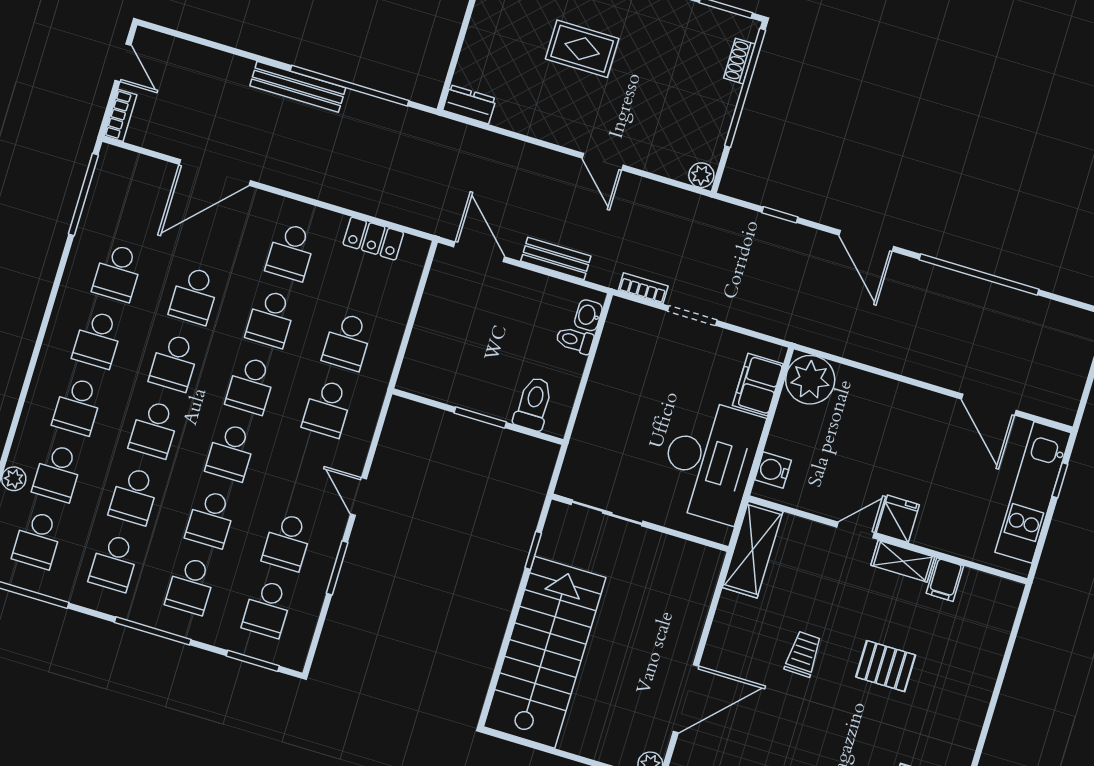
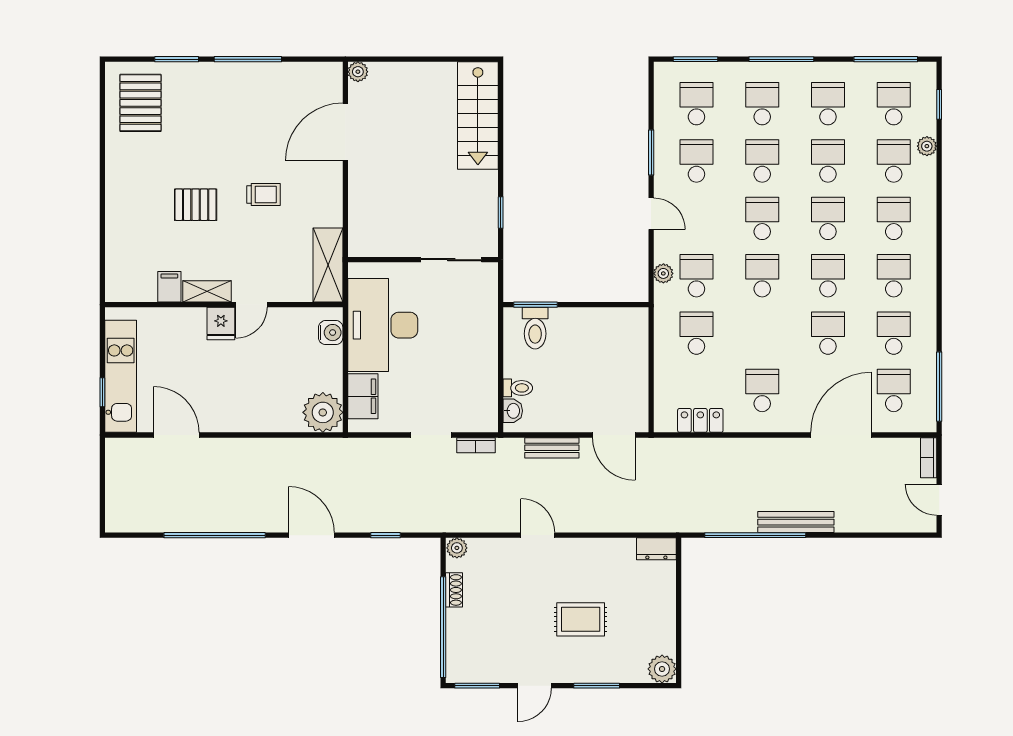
shoe rack: (739, 61) -> (454, 590), moved
school desk: (271, 319) -> (894, 390), moved
window: (480, 417) -> (535, 305), moved
plant: (365, 423) -> (663, 273), added
stairs: (545, 652) -> (478, 115), width x0.73, depth x0.66
trolley: (803, 654) -> (263, 195), turned -92

